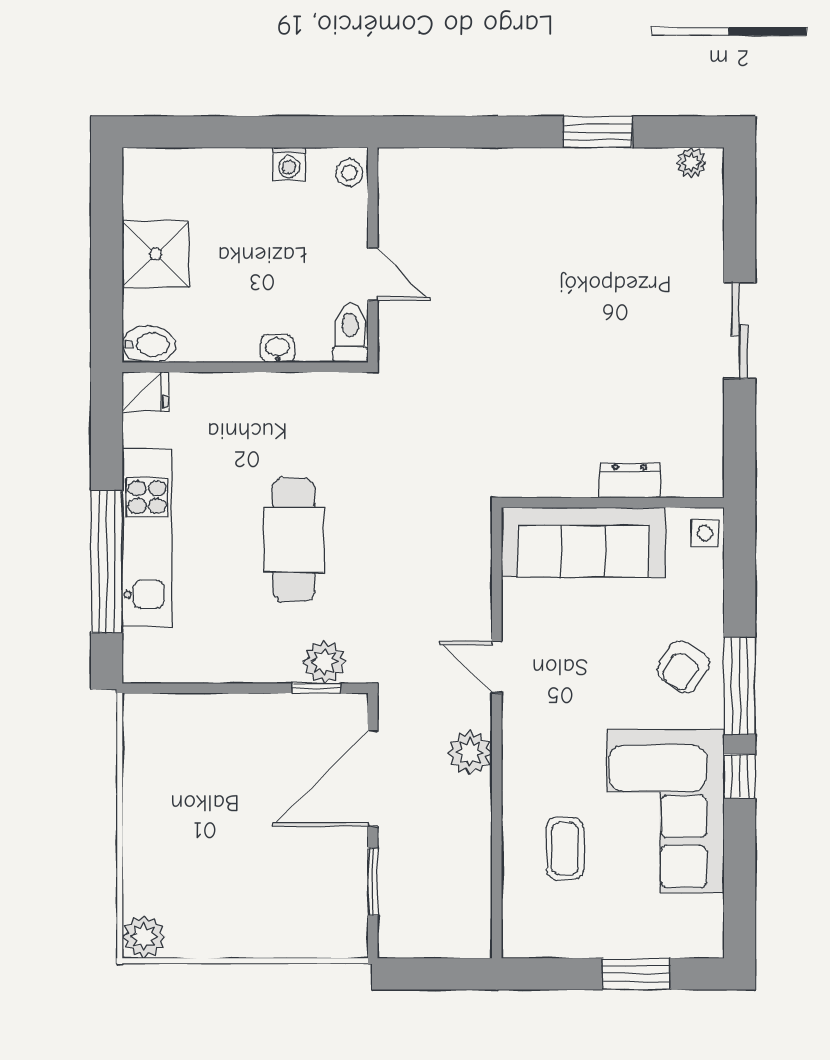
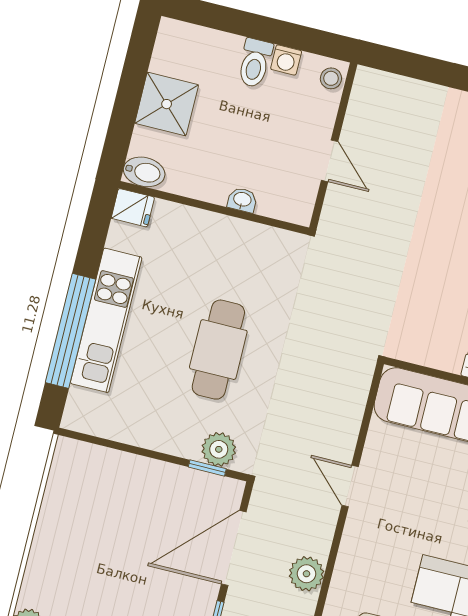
toilet: (350, 333) -> (255, 63), moved, turned 180
plant: (470, 753) -> (306, 574), moved

